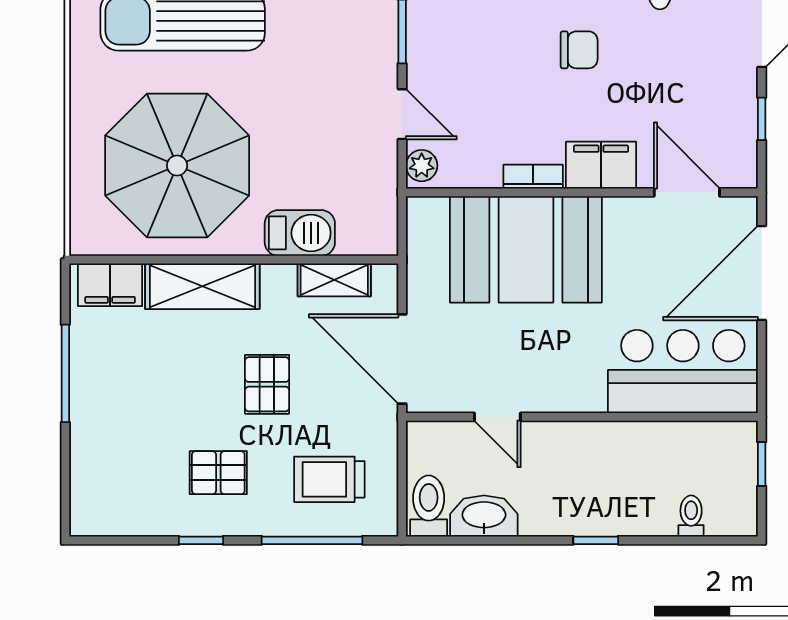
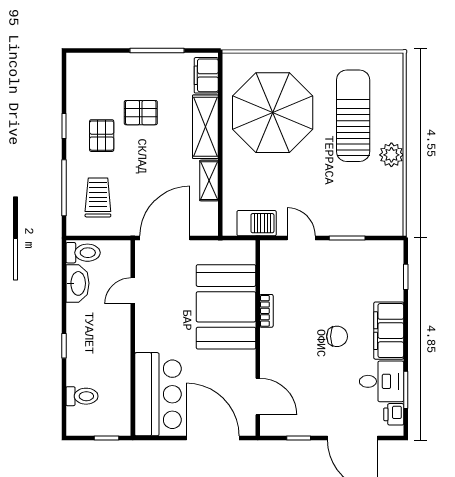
chair: (579, 50) -> (337, 336), turned -90
door: (402, 114) -> (301, 238), swing flipped
filing cabinet: (601, 165) -> (273, 349), removed
plant: (422, 166) -> (273, 249), removed
door: (687, 192) -> (258, 396), hinge flipped
barbecue: (300, 233) -> (257, 223), moved, turned -90
shelving: (334, 280) -> (209, 181), moved
pallet: (267, 384) -> (141, 113), moved
toilet: (691, 516) -> (82, 396), width x1.37, depth x1.39

